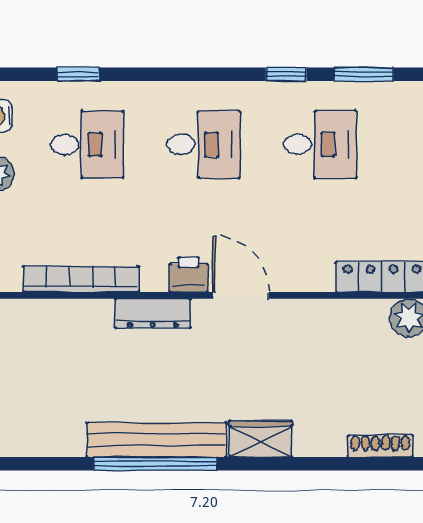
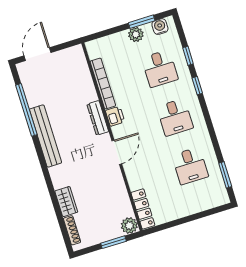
window: (286, 74) -> (197, 86), moved
printer: (189, 274) -> (115, 116), moved
wardrobe: (261, 439) -> (66, 202), moved
window: (155, 464) -> (26, 110), moved

